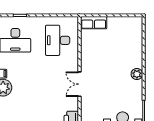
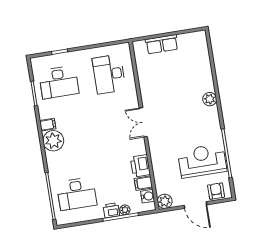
row of seats: (94, 23) -> (162, 44), moved

